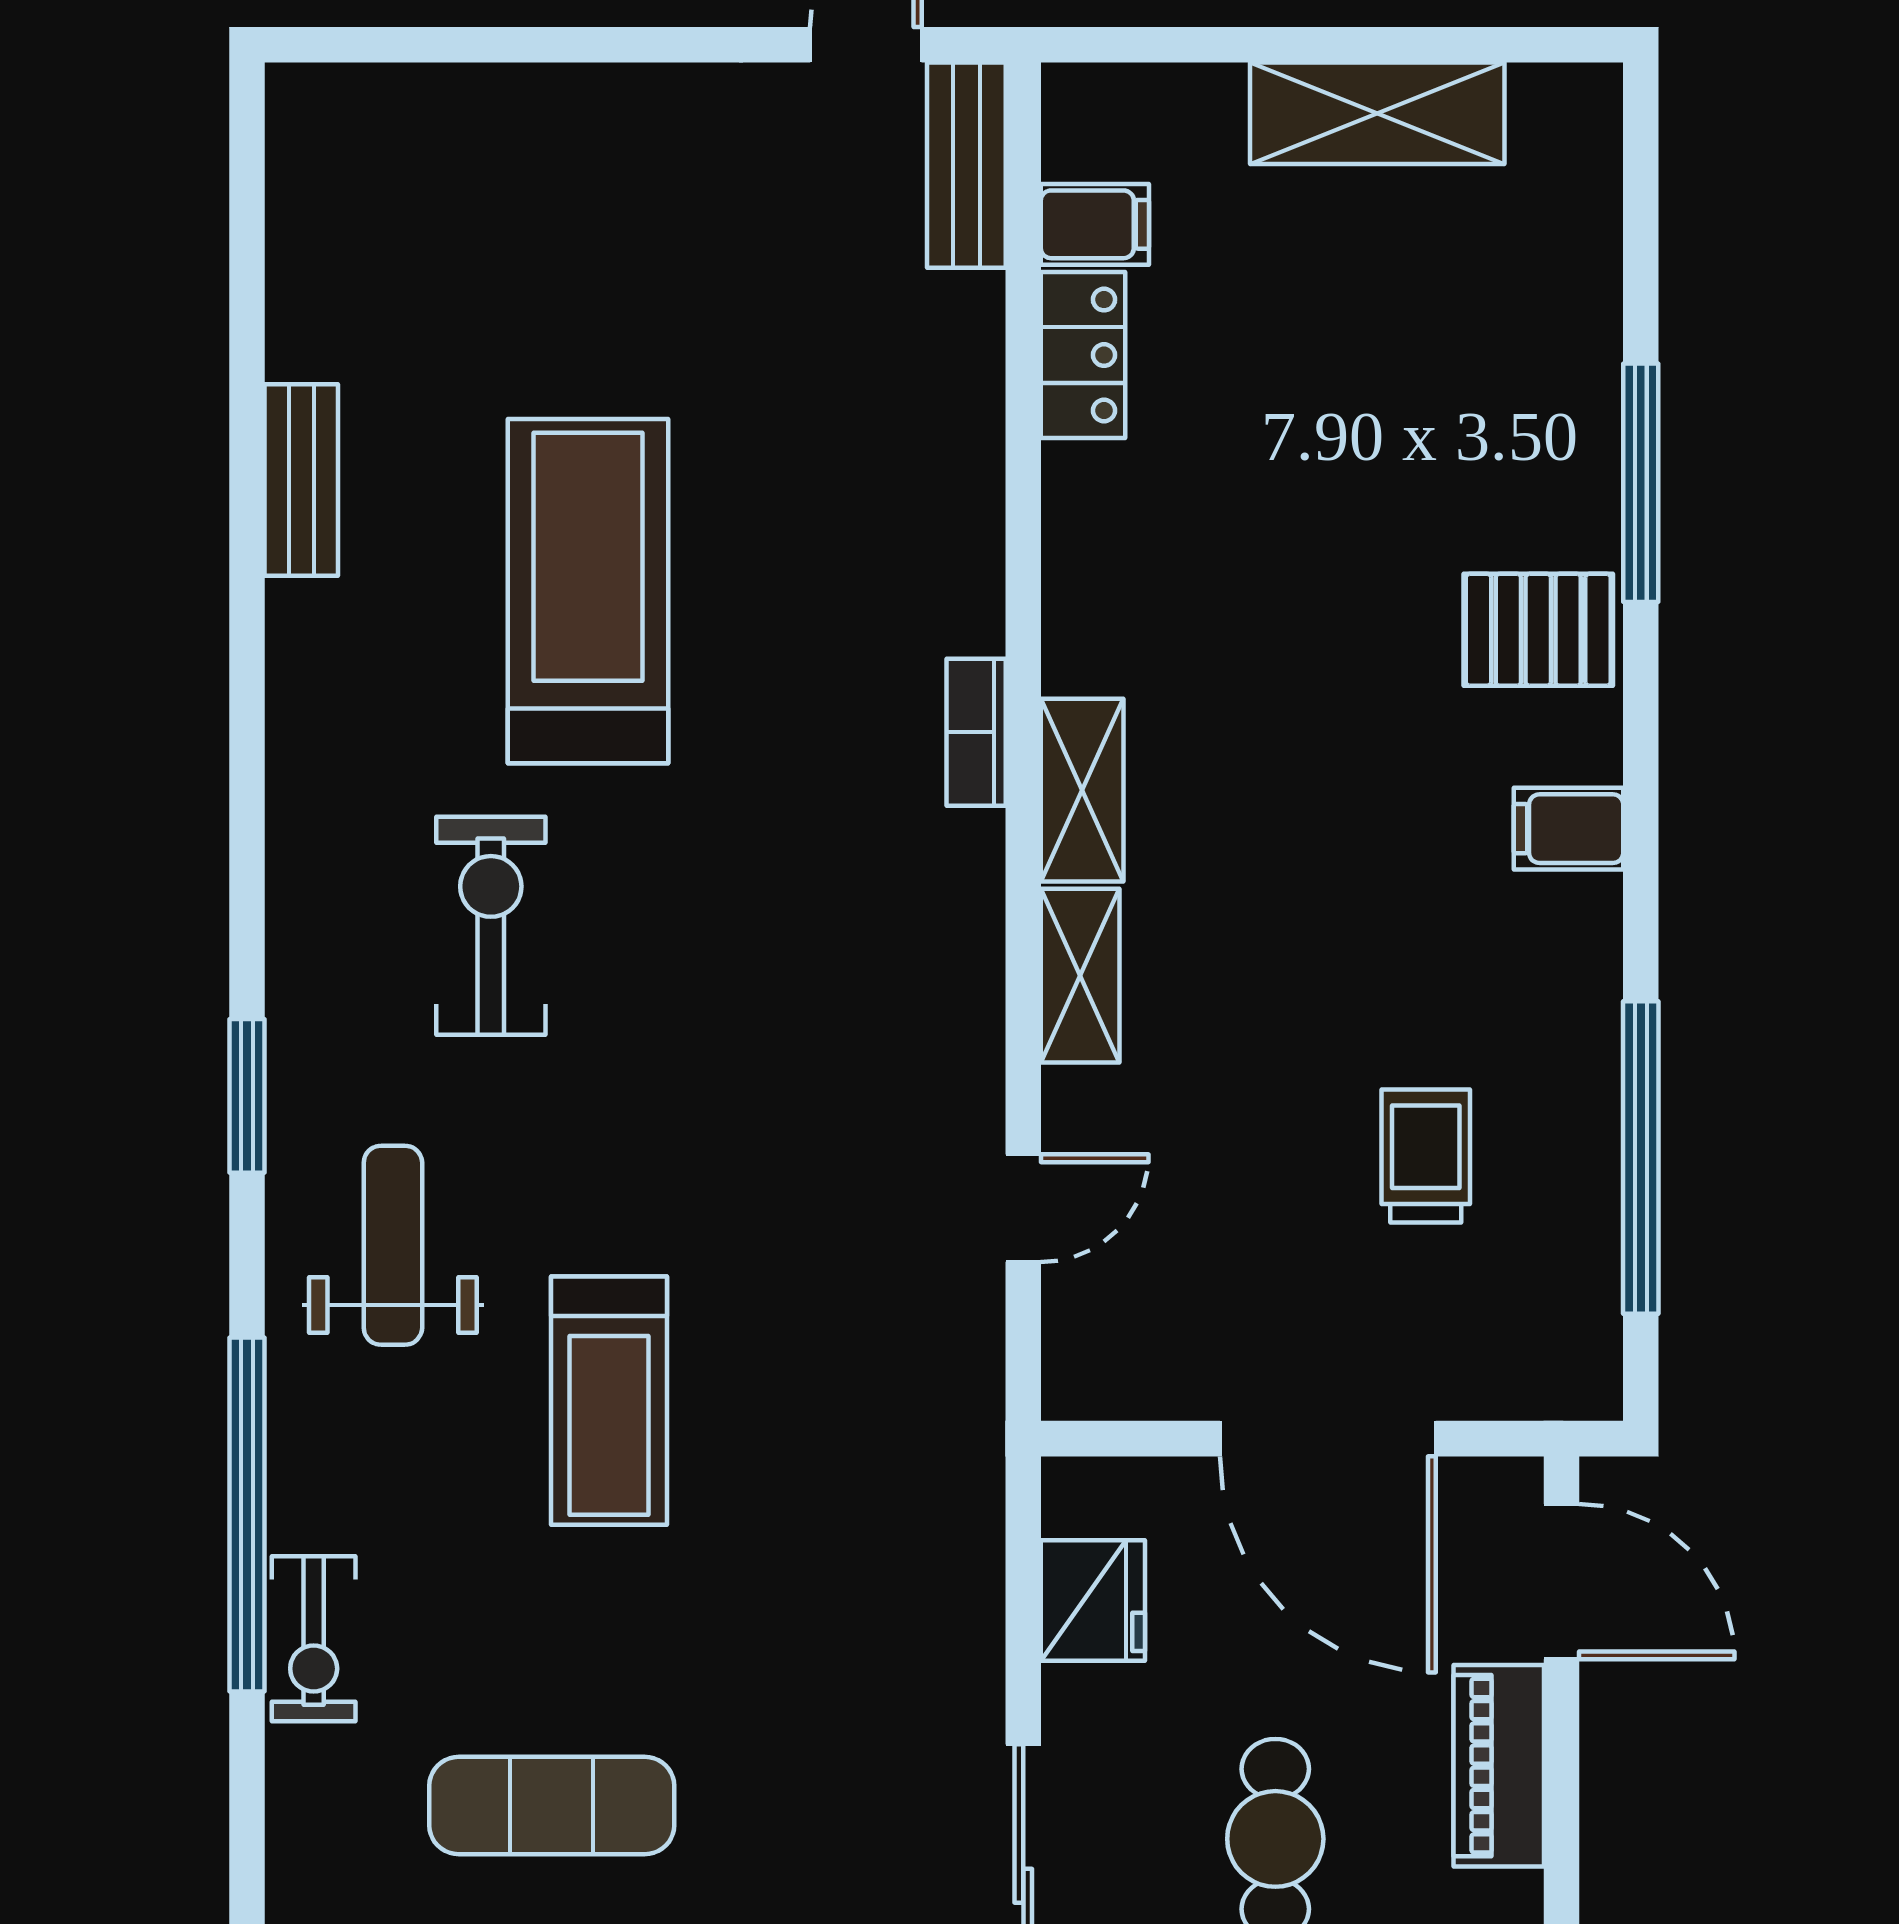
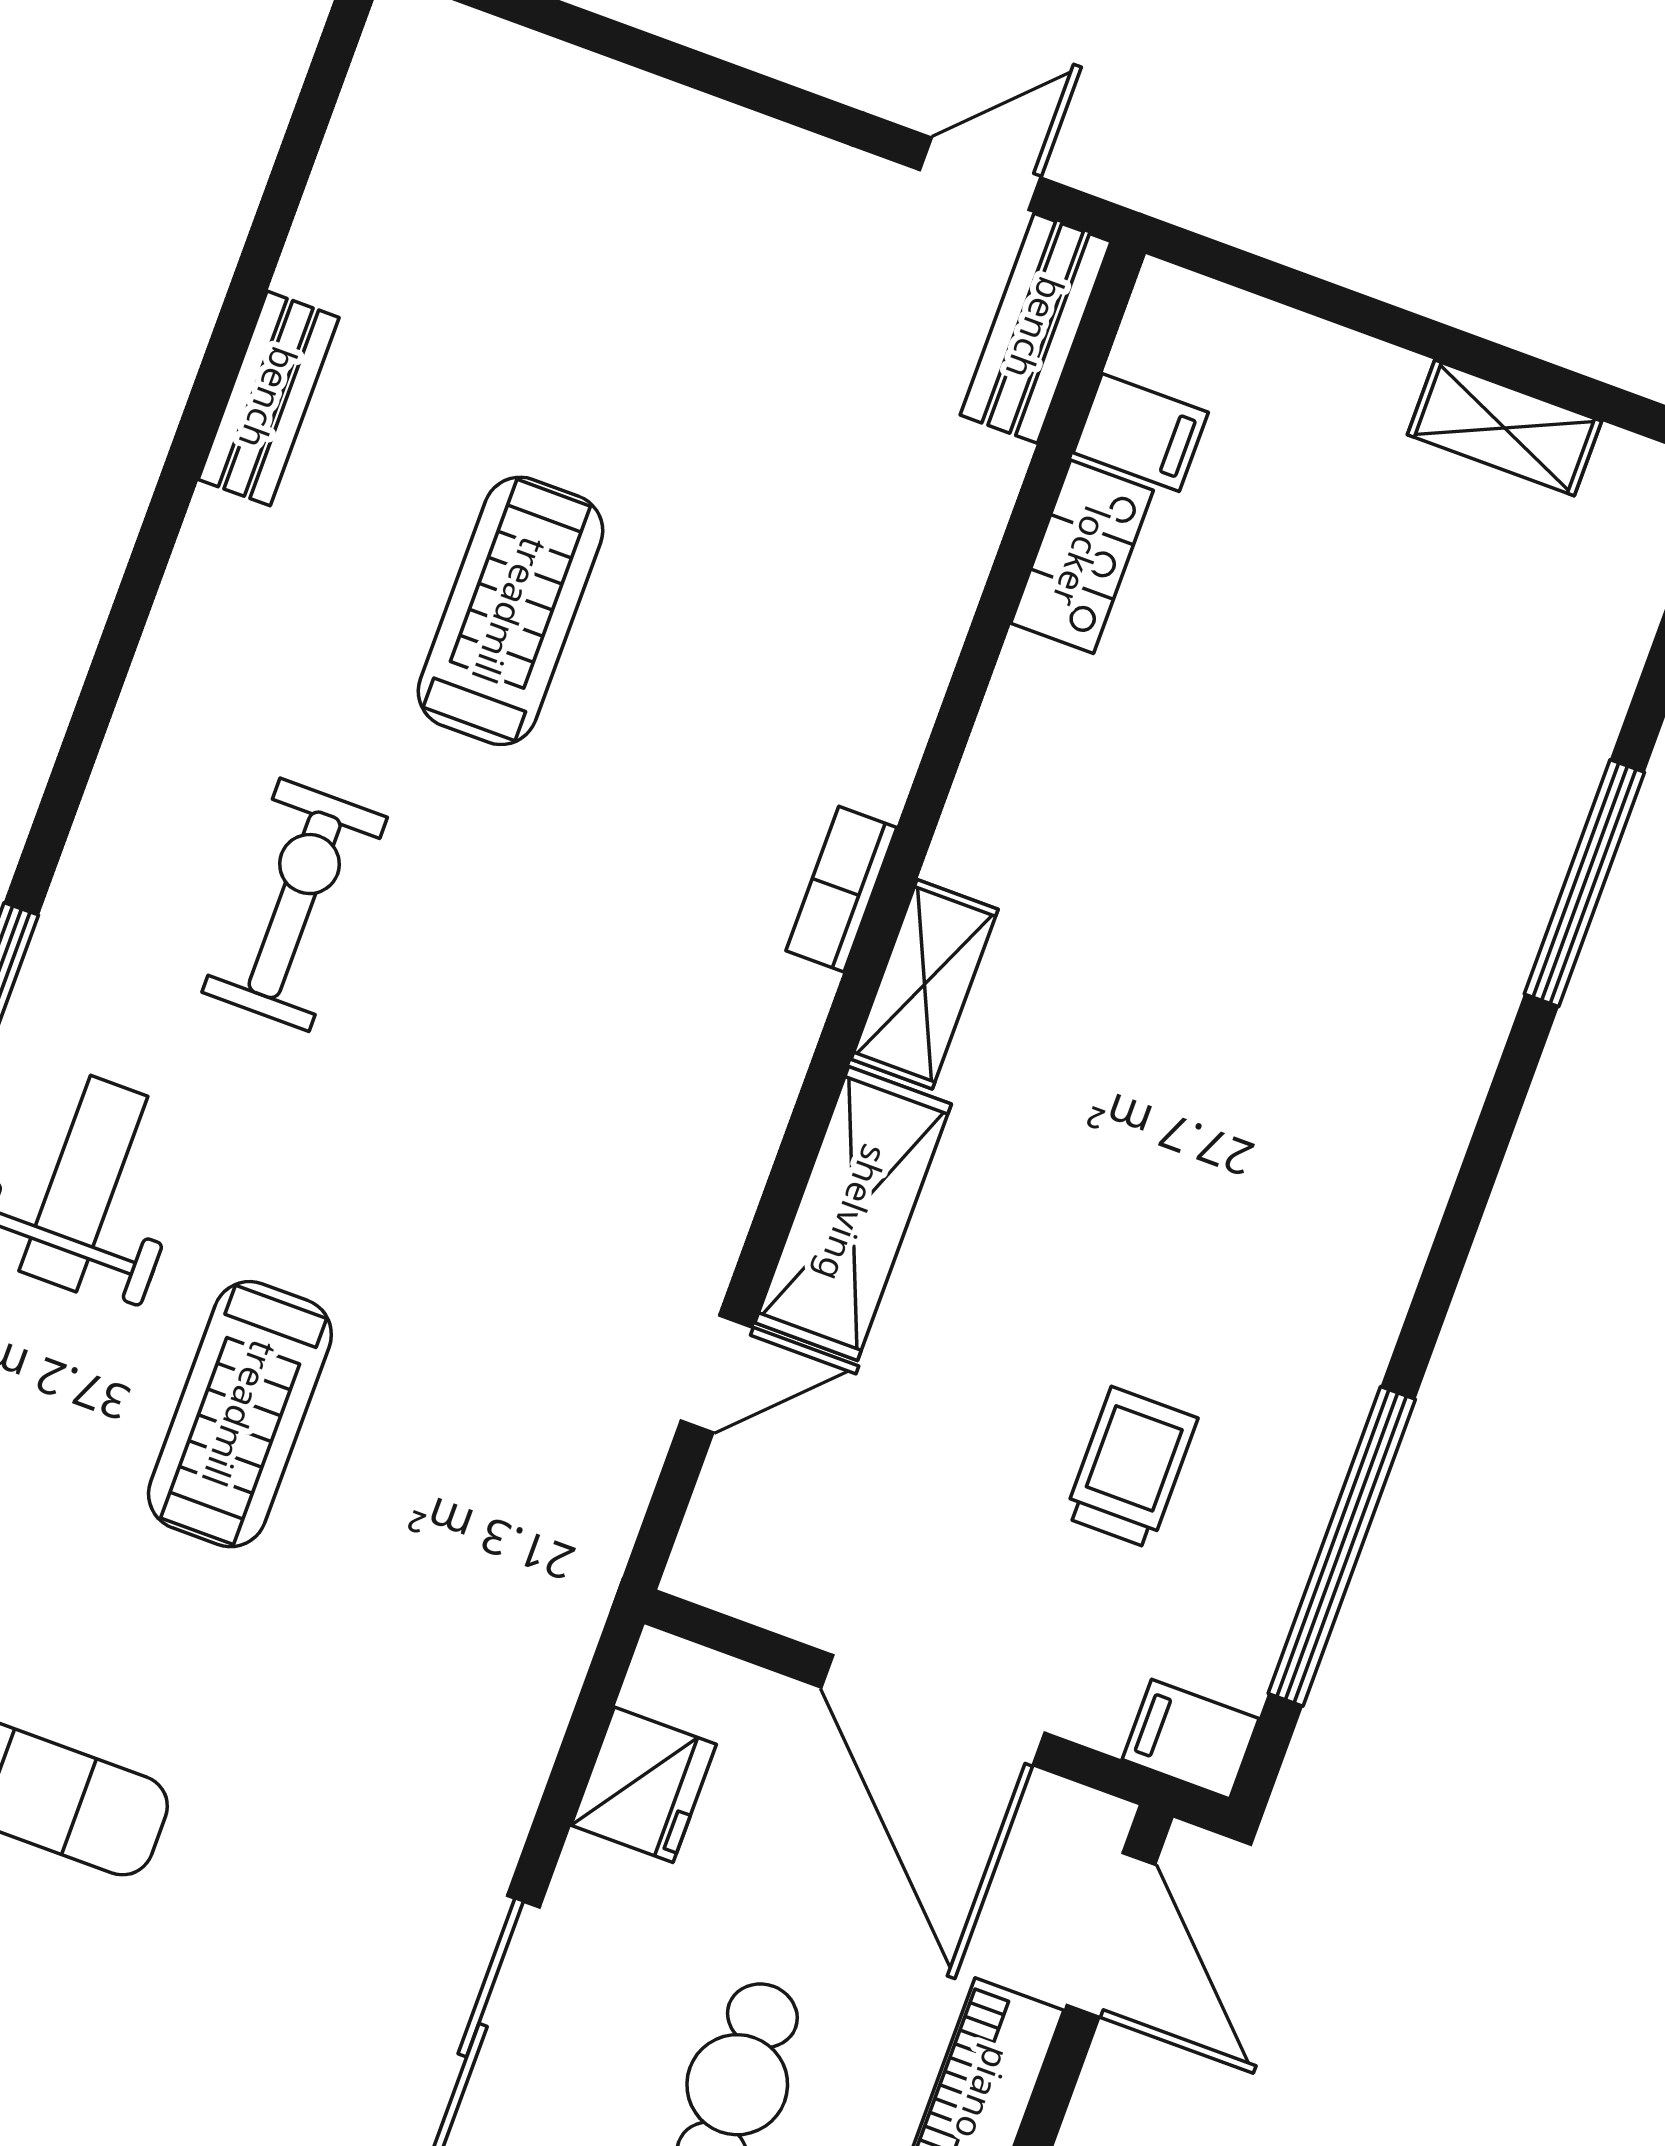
shelving: (1377, 113) -> (1504, 428), width x0.67, depth x0.75
treadmill: (588, 591) -> (510, 611), width x0.73, depth x0.73
pallet: (1538, 630) -> (1431, 991), removed
filing cabinet: (1569, 829) -> (1191, 1739), moved
shelving: (1080, 976) -> (853, 1213), width x1.50, depth x1.33

